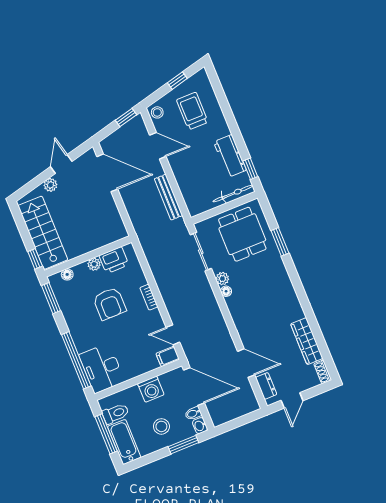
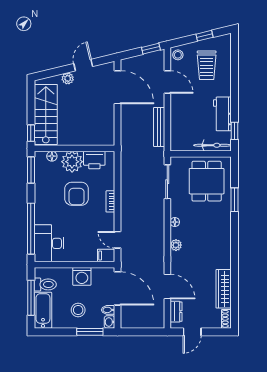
trolley: (192, 111) -> (207, 65), turned 180
plant: (94, 264) -> (72, 162), width x1.87, depth x1.87
plant: (222, 279) -> (176, 245), moved

